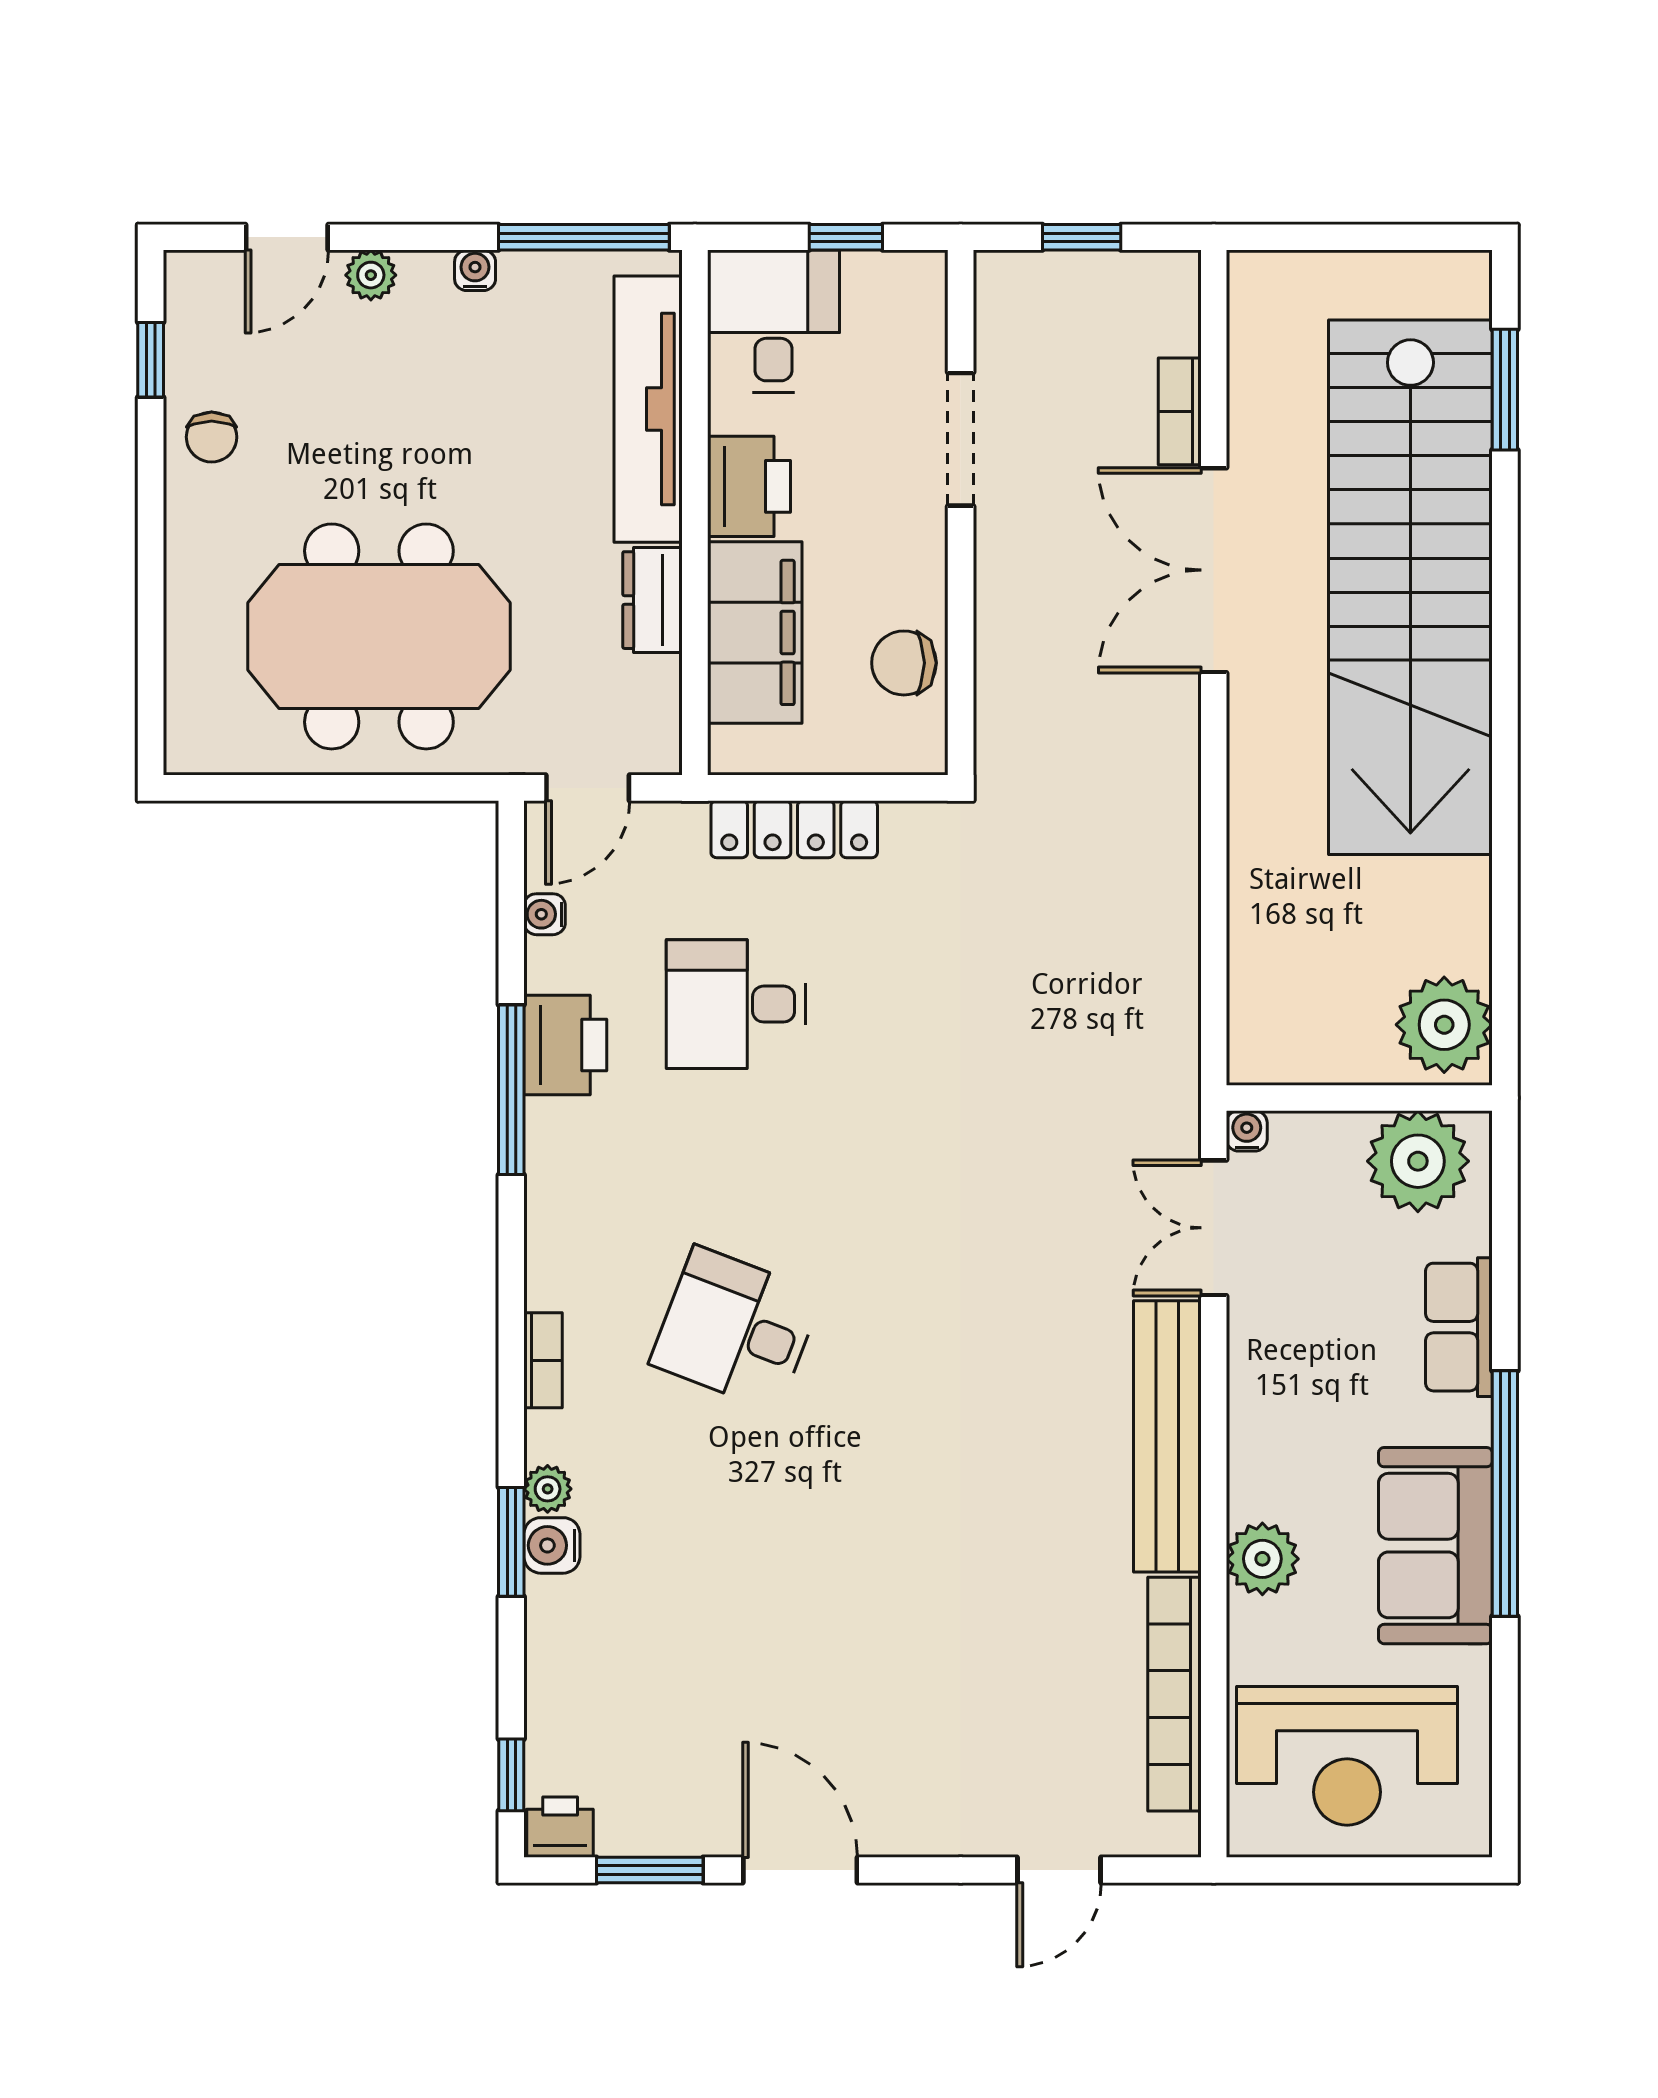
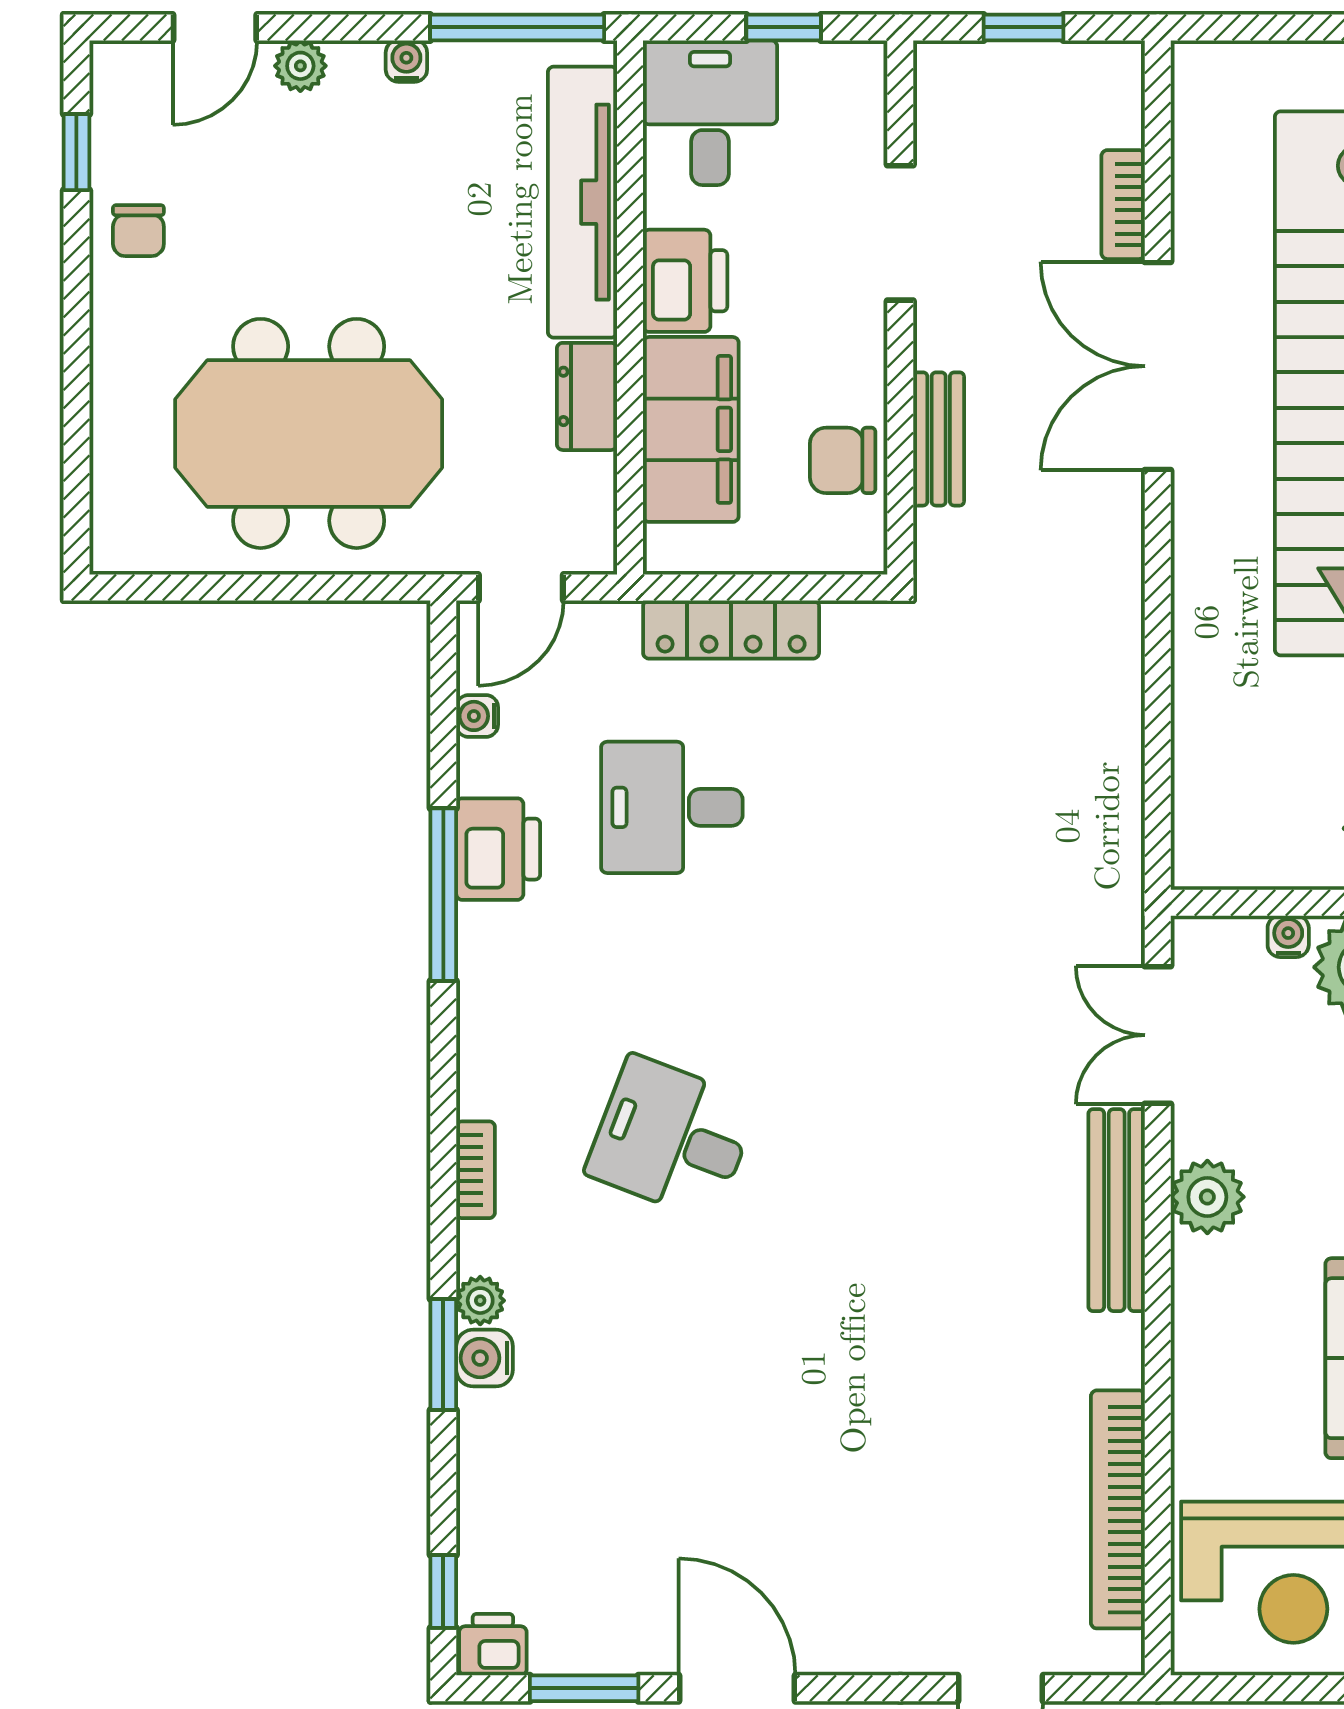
bench: (998, 642) -> (939, 439), added
water cooler: (1247, 1131) -> (1288, 936), moved
bench: (1167, 1436) -> (1117, 1210), width x0.73, depth x0.82
plant: (1262, 1559) -> (1207, 1197), moved

